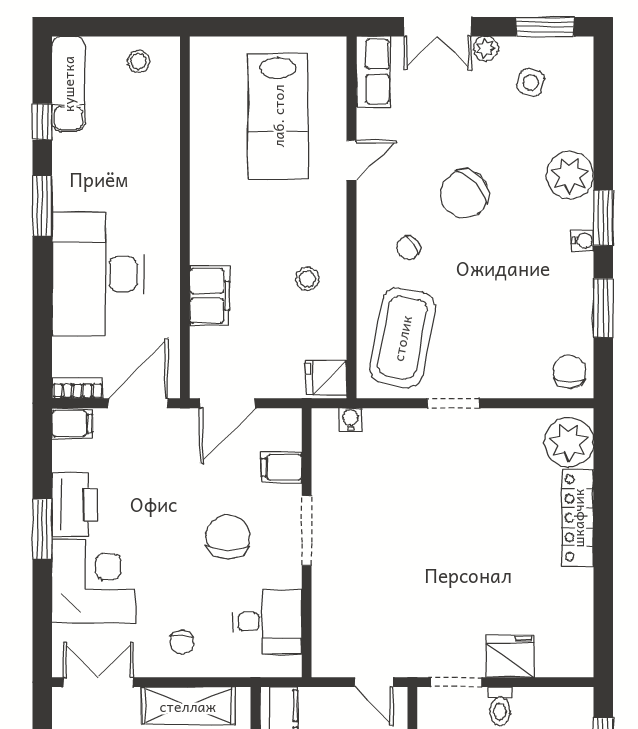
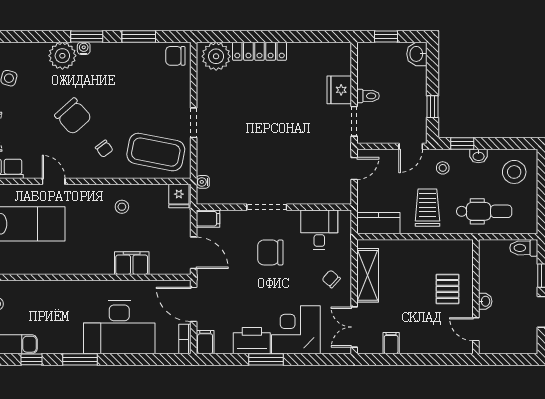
water cooler: (583, 240) -> (84, 48), moved
filing cabinet: (282, 467) -> (208, 219), moved, turned -90
chair: (182, 642) -> (331, 279), turned -138

